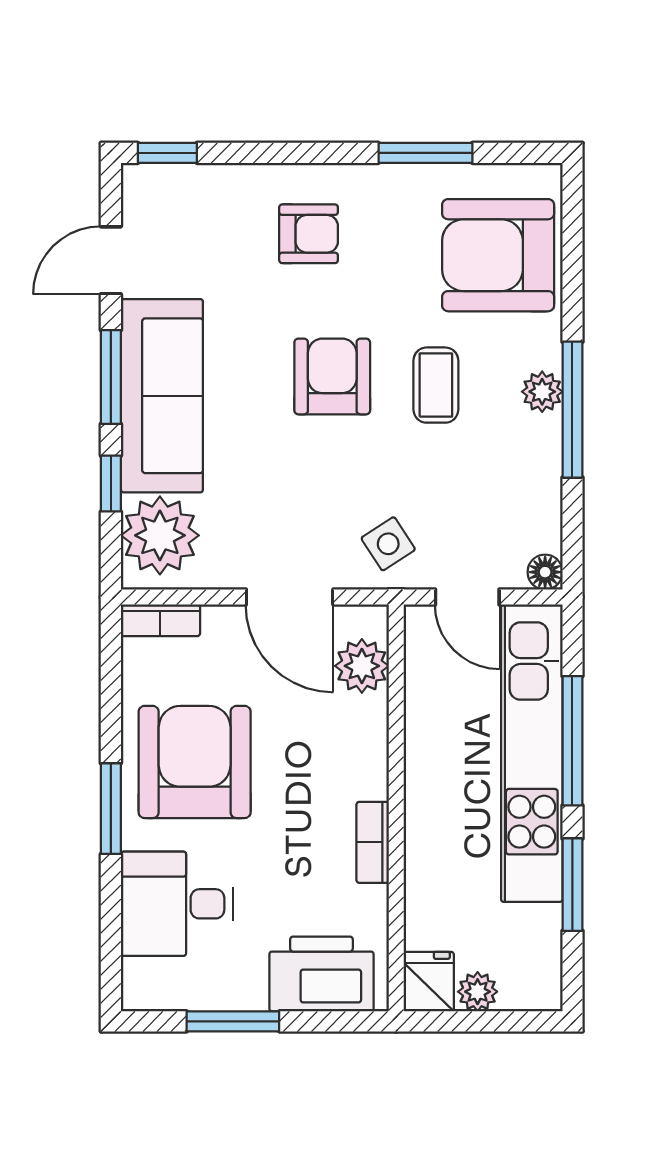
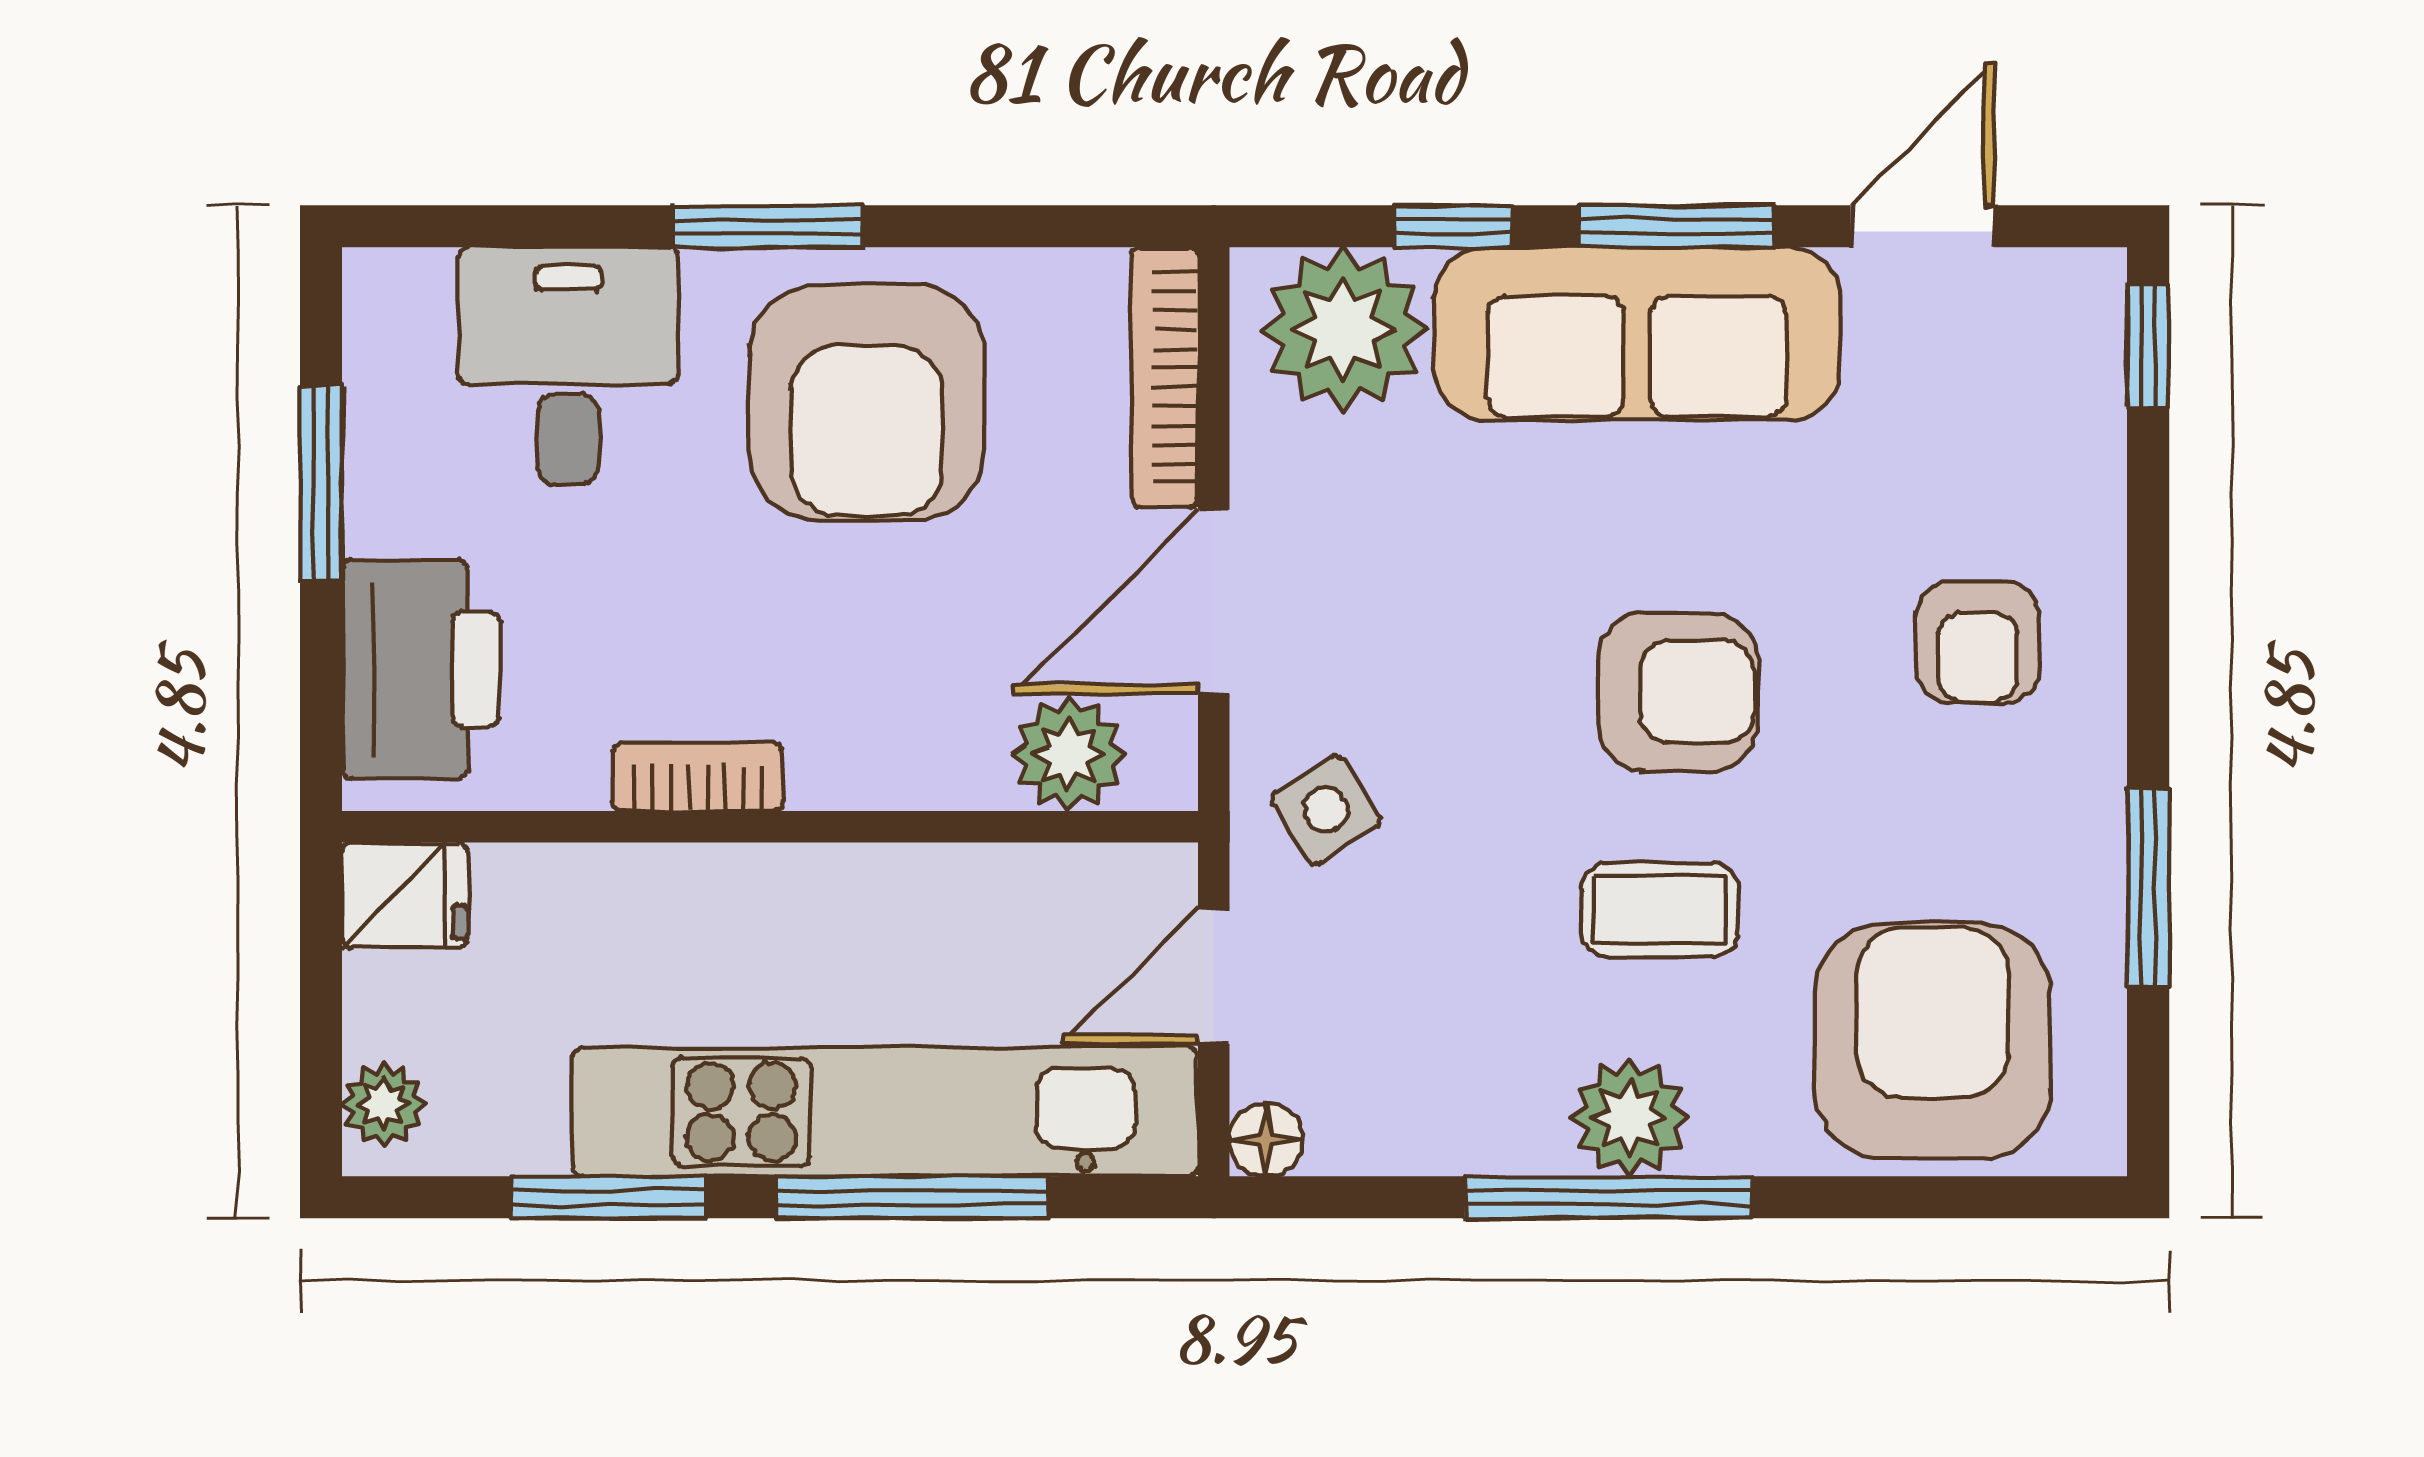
door: (111, 260) -> (1922, 226), hinge flipped
plant: (542, 392) -> (1630, 1117), width x1.38, depth x1.38
bookcase: (160, 620) -> (1165, 377), width x1.56
armchair: (195, 762) -> (867, 402), turned 90
plant: (478, 992) -> (384, 1105), moved

